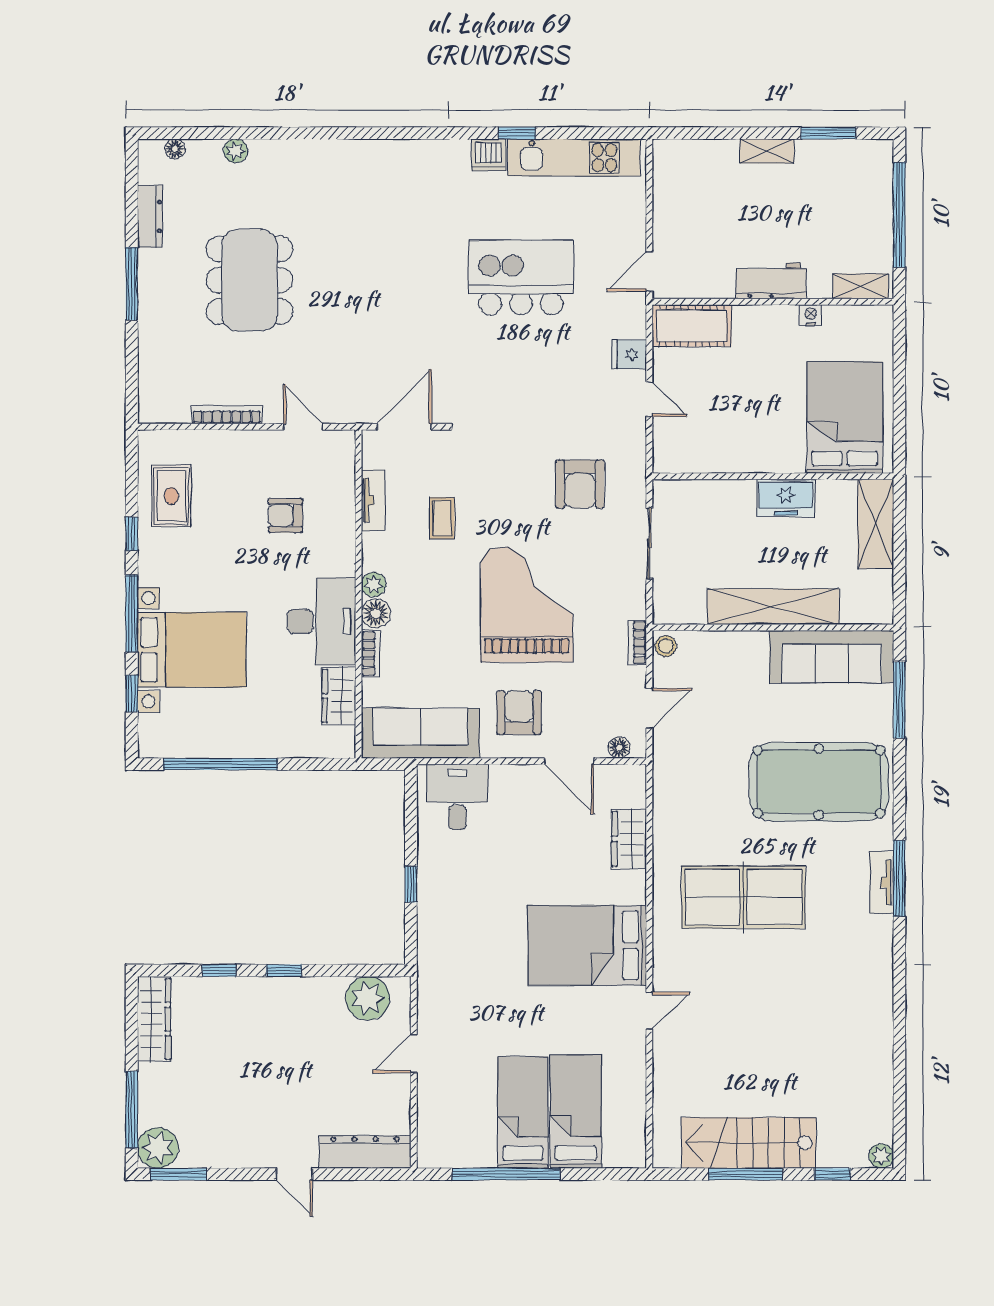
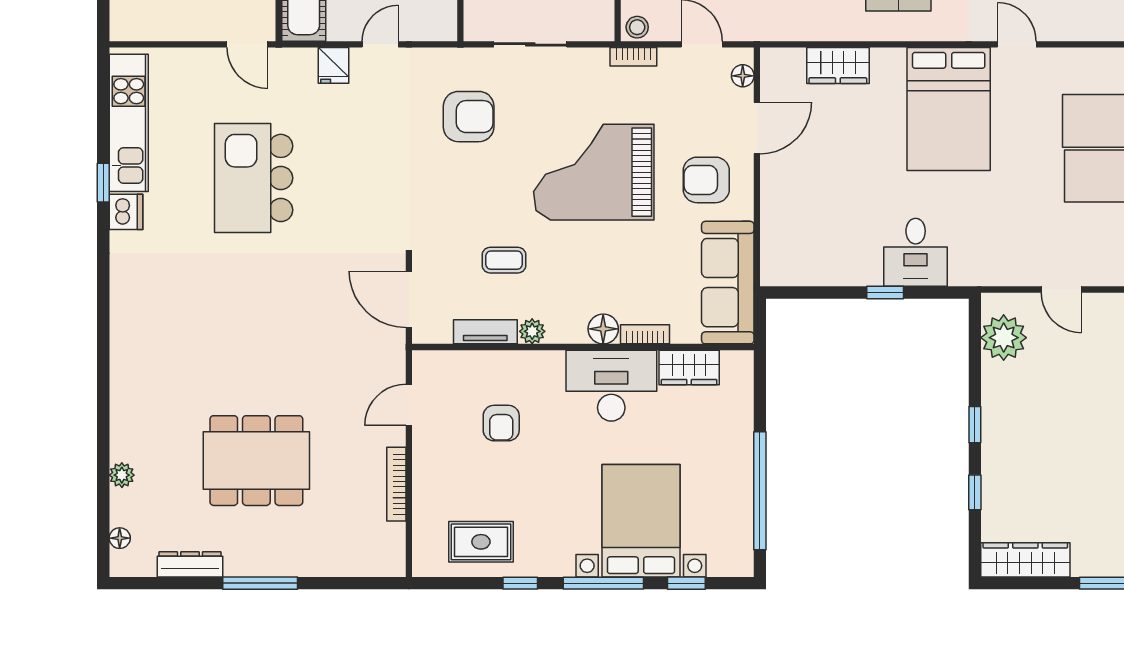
plant: (374, 585) -> (532, 331), moved
desk: (457, 797) -> (916, 252), moved, turned -90

